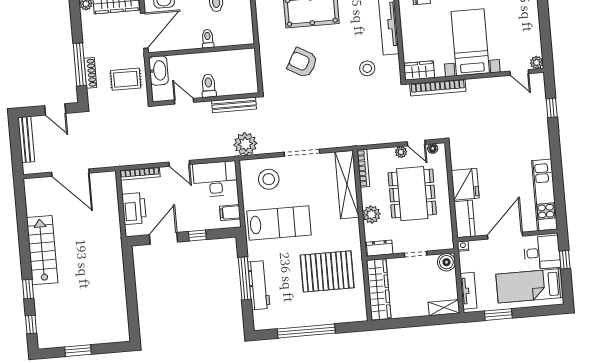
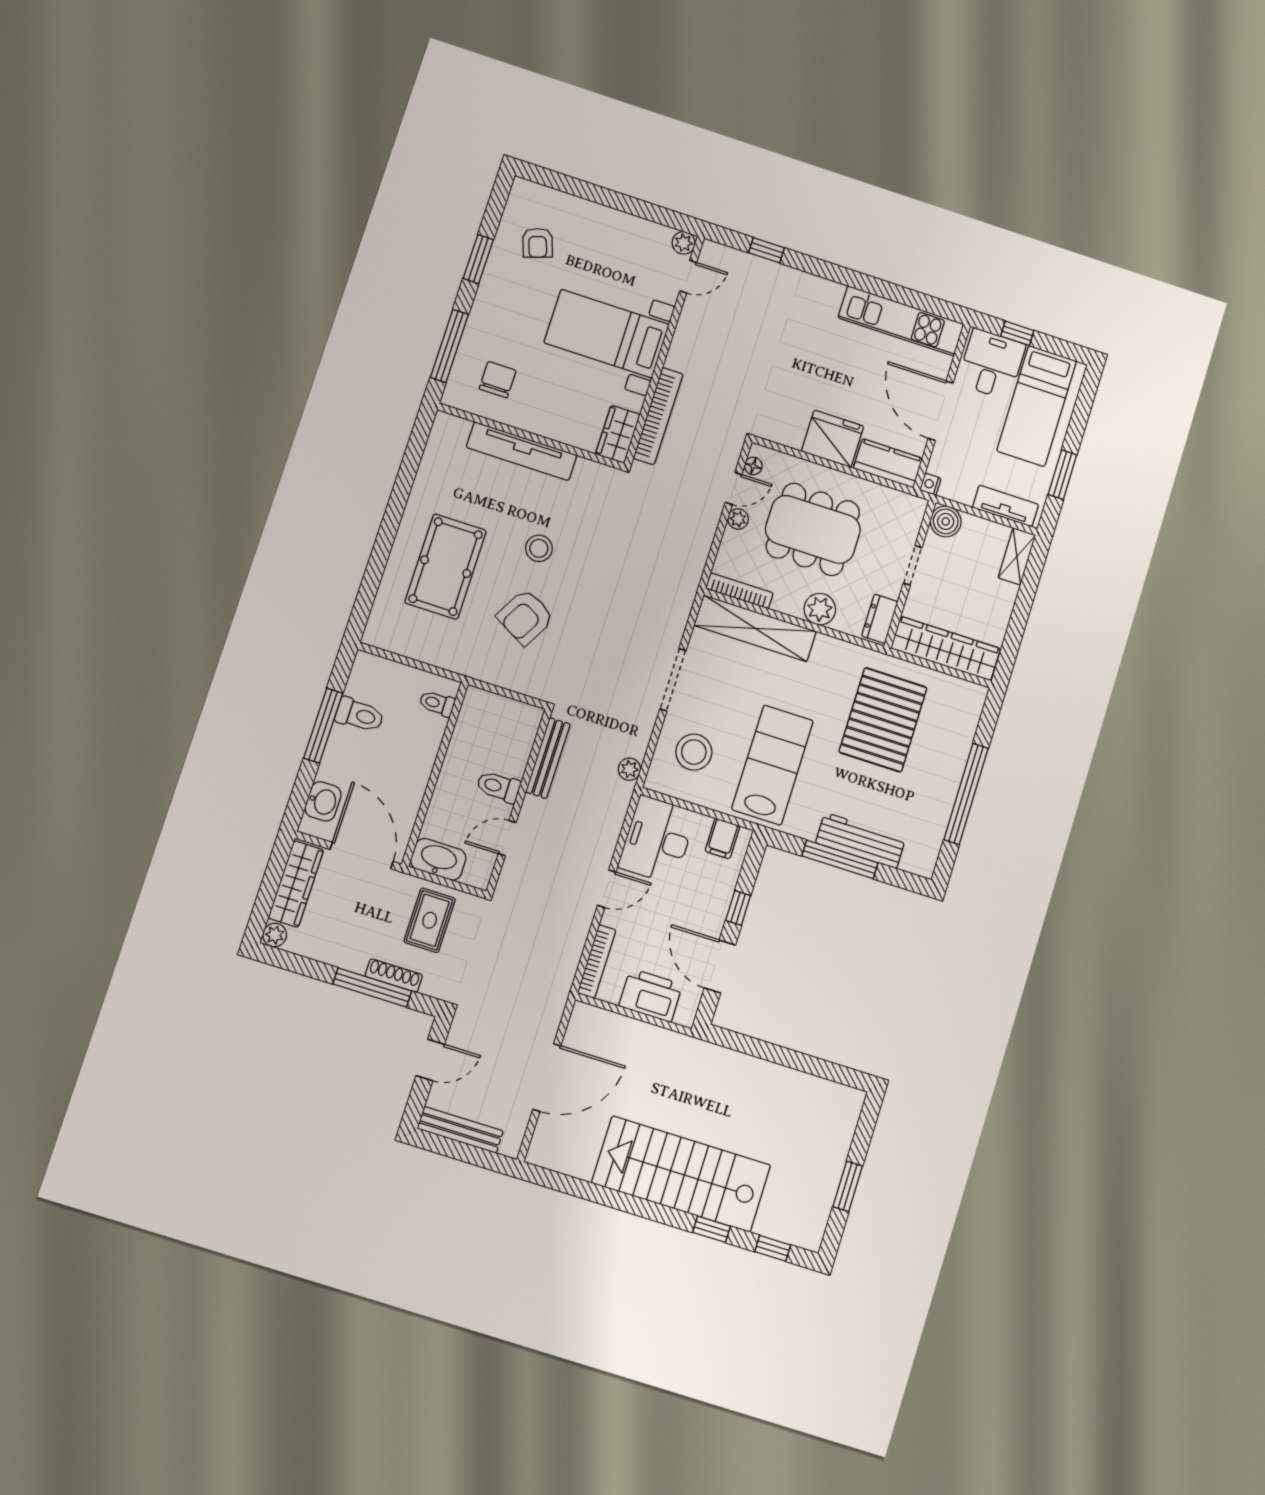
toilet: (208, 39) -> (437, 703), moved
stool: (367, 68) -> (539, 548), moved
plant: (245, 144) -> (629, 769), width x0.53, depth x0.53
stairs: (42, 250) -> (681, 1174), width x1.36, depth x1.51

